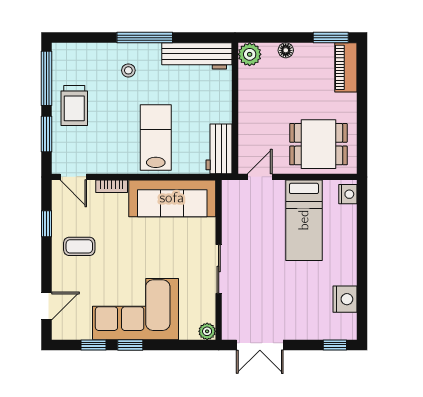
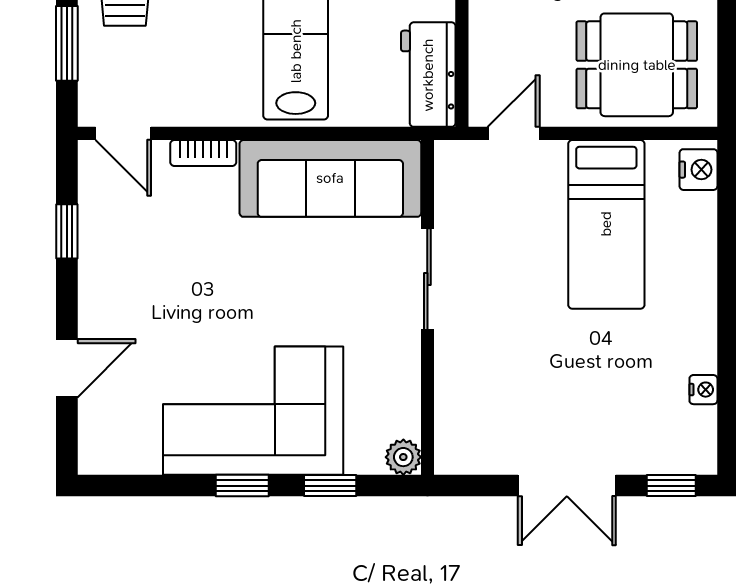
coffee table: (79, 246) -> (135, 279), removed
sliding door: (219, 269) -> (427, 279), moved
nightstand: (345, 299) -> (703, 390), width x0.53, depth x0.56
door: (47, 306) -> (67, 368), moved
window: (93, 345) -> (330, 486), moved
double door: (260, 345) -> (567, 486), moved

